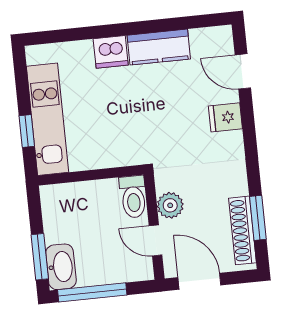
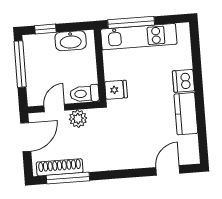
fridge: (225, 117) -> (116, 90), moved, turned 90
window: (27, 131) -> (131, 22), width x2.17
window: (258, 218) -> (68, 178), width x1.44
window: (40, 257) -> (45, 29), width x0.67
washbasin: (61, 267) -> (71, 41), moved

